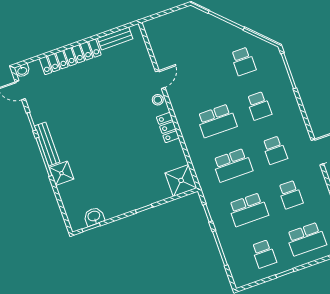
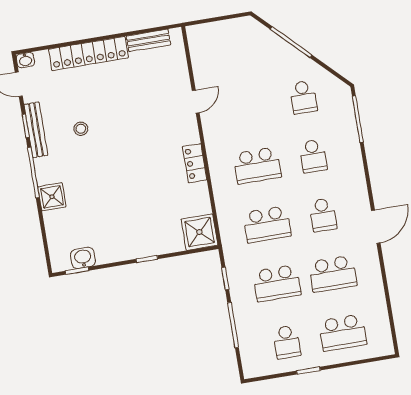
stool: (158, 100) -> (81, 129), moved
bench: (47, 144) -> (36, 130), moved
school desk: (290, 195) -> (333, 274), width x1.85

